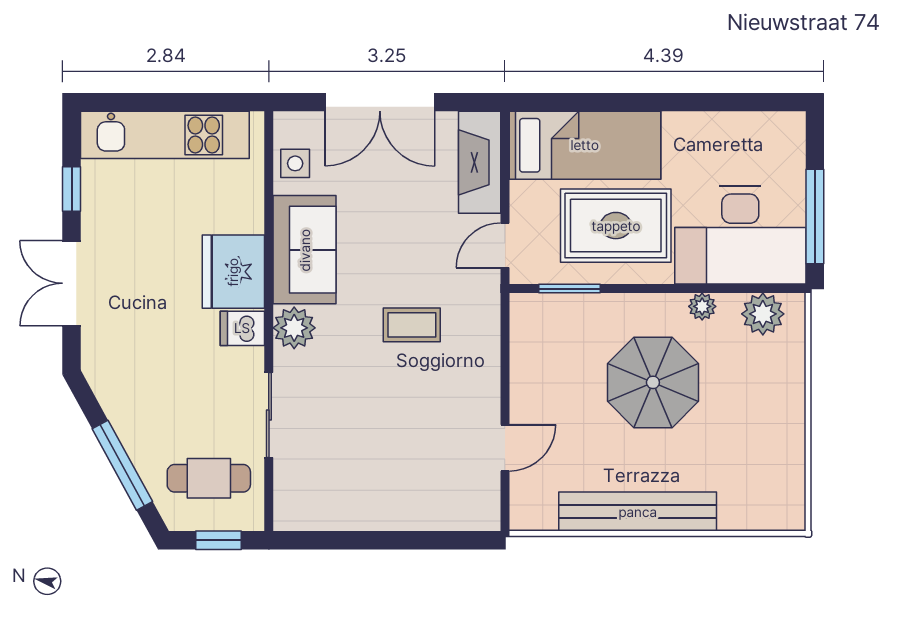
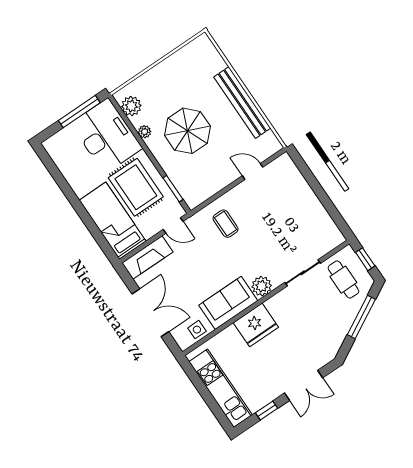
coffee table: (412, 325) -> (226, 224), moved
dishwasher: (242, 328) -> (276, 306), removed

